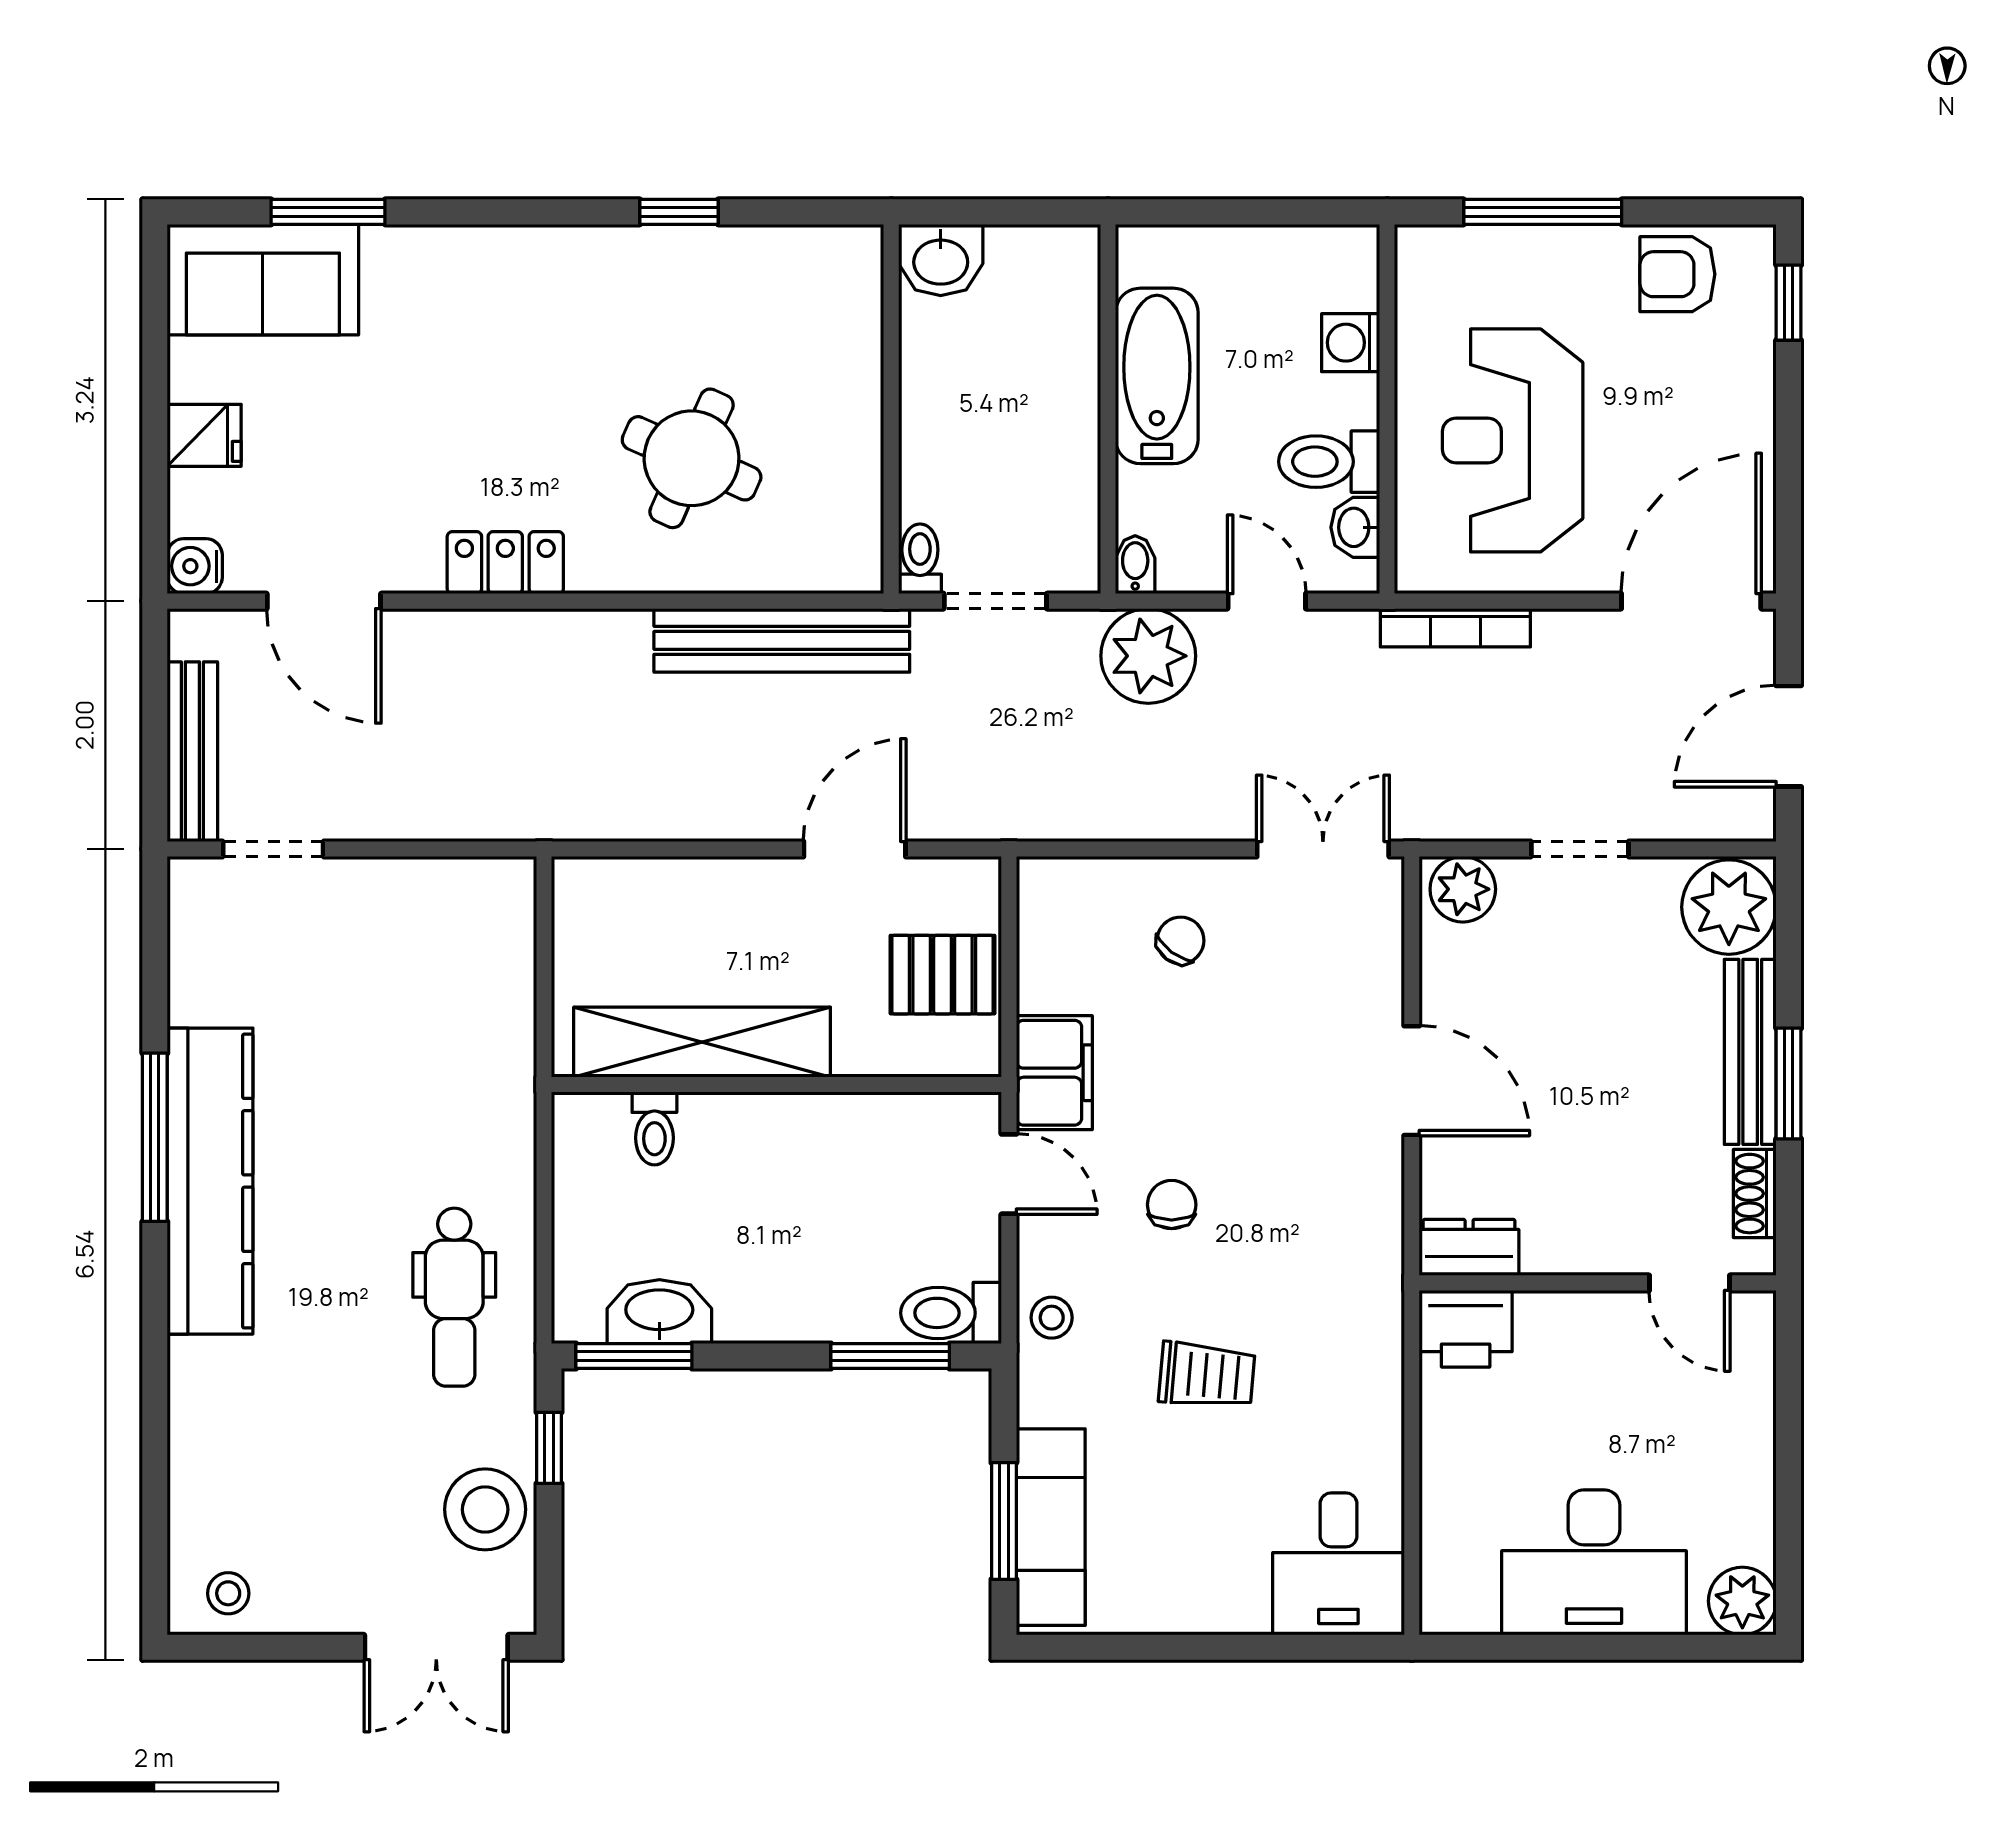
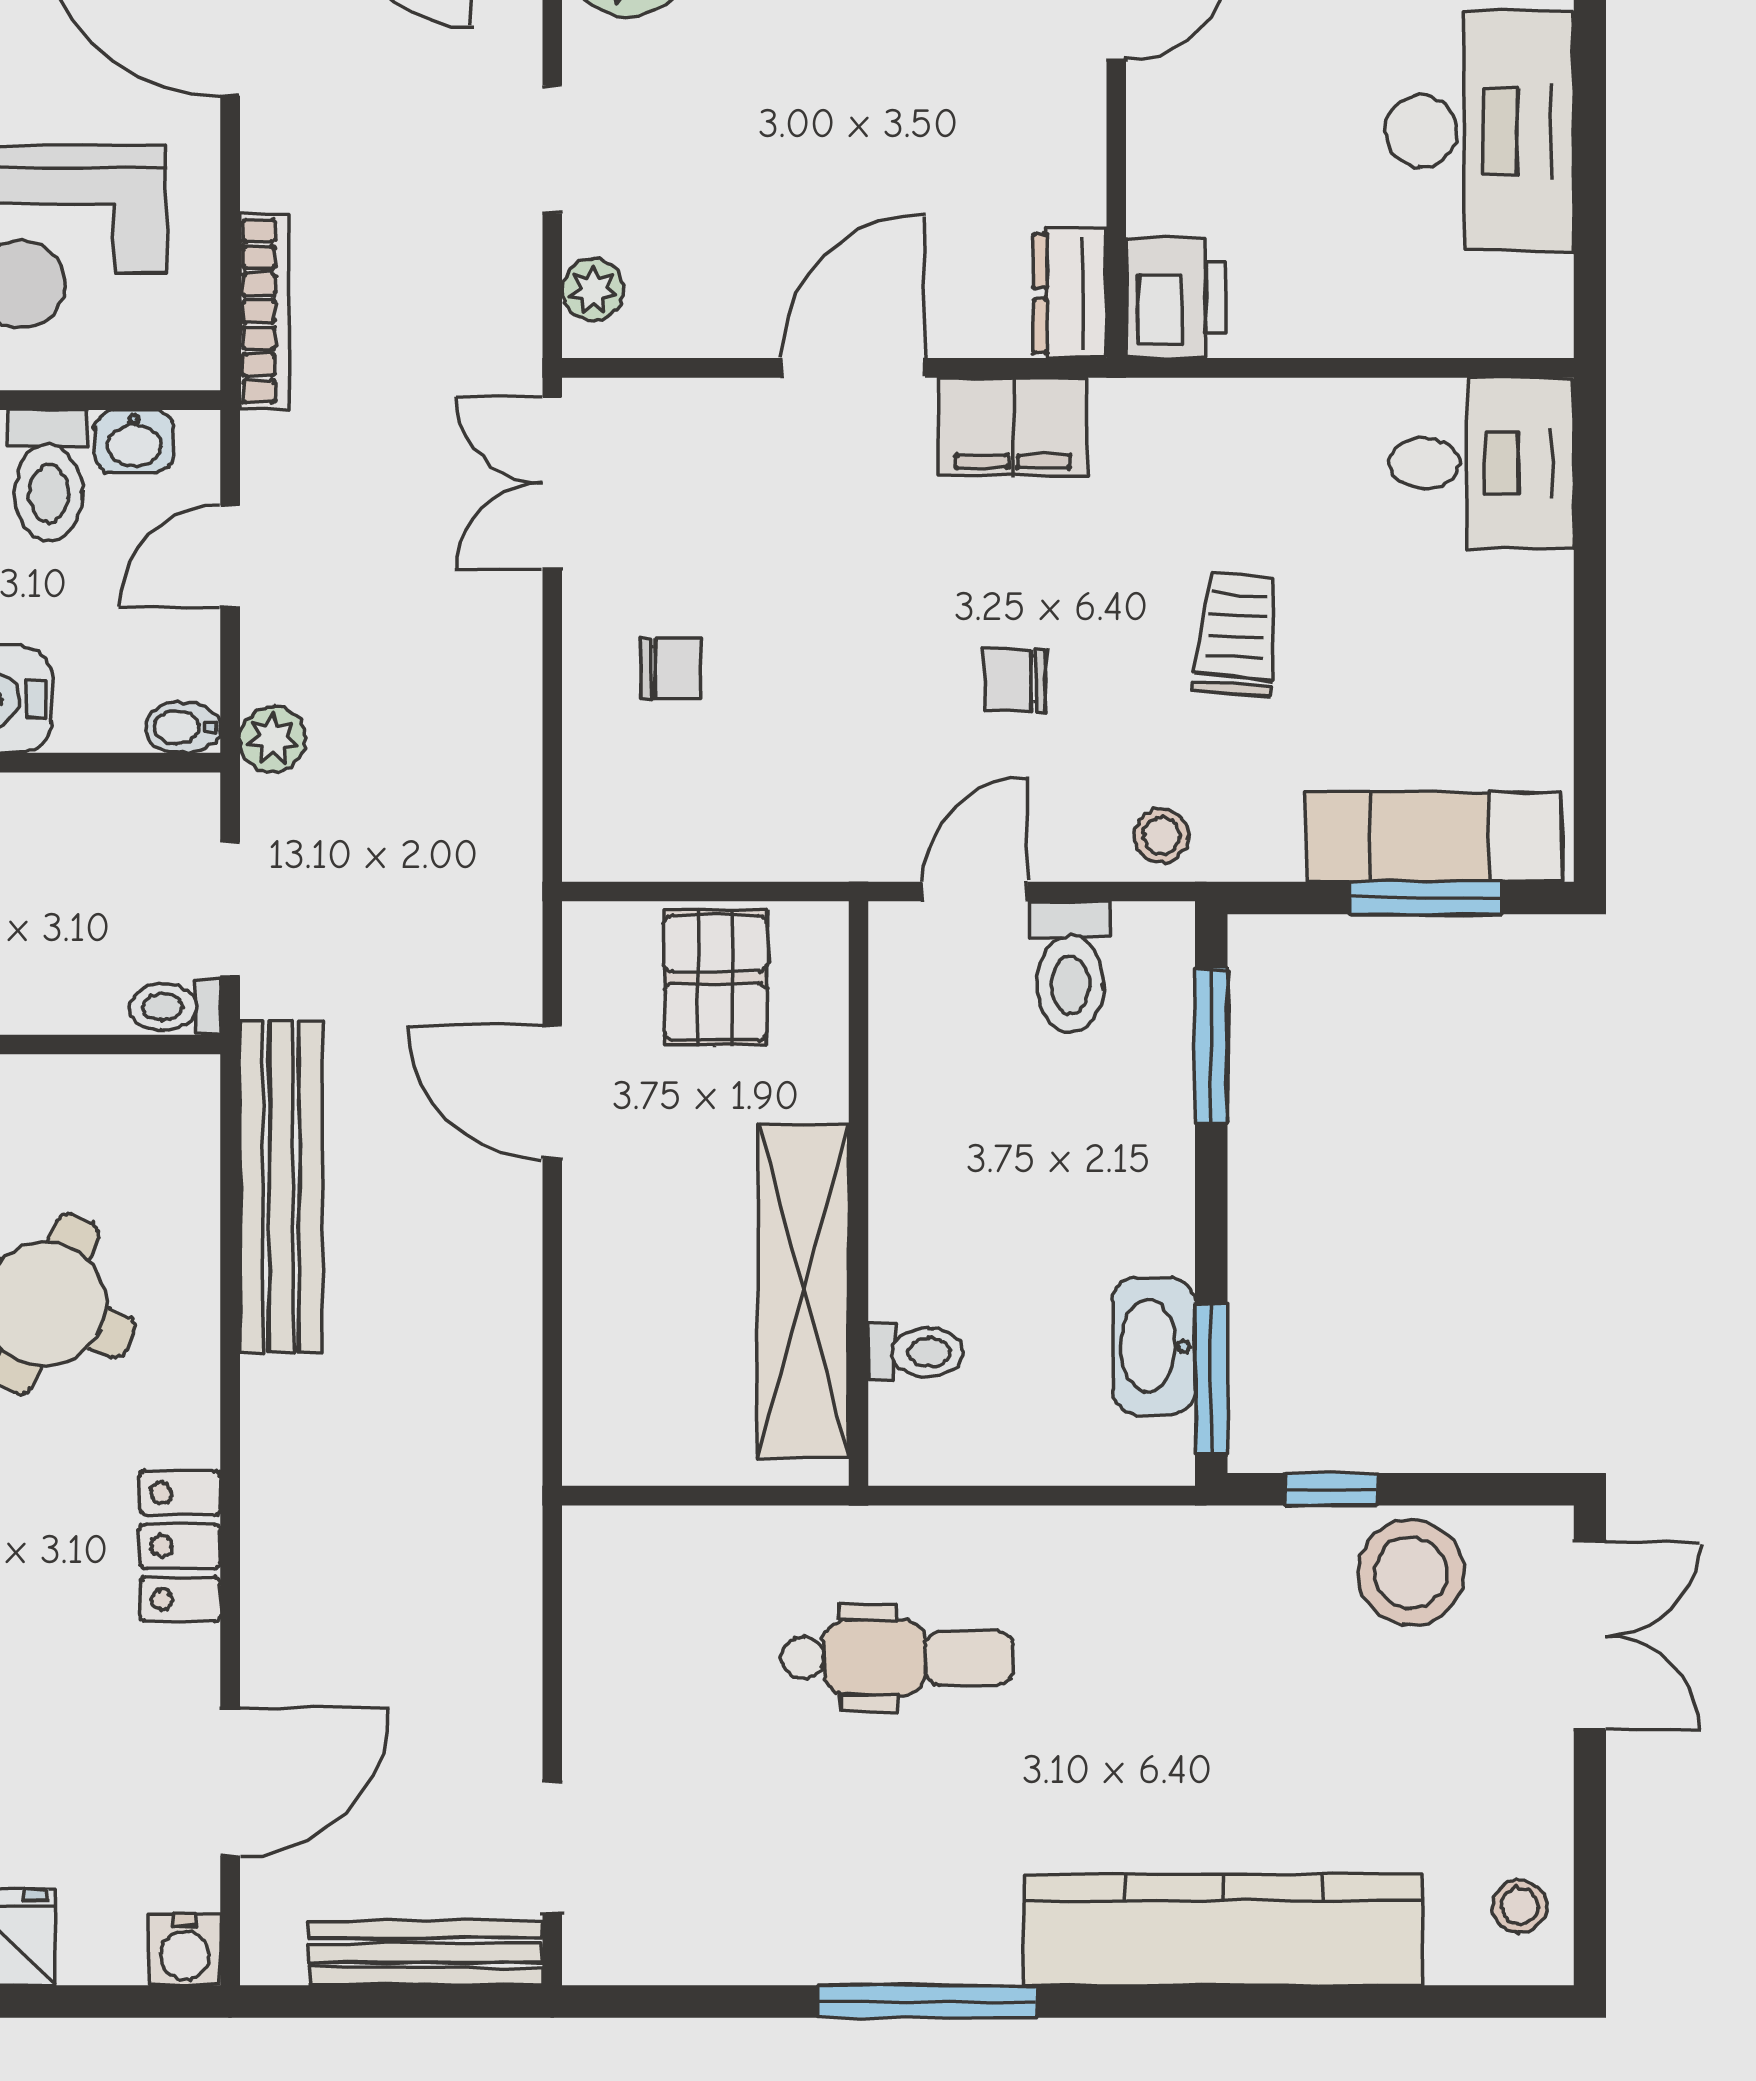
plant: (1148, 656) -> (273, 739), width x0.53, depth x0.53
plant: (1463, 889) -> (593, 290), width x0.73, depth x0.73
chair: (1181, 940) -> (671, 668), turned 143
filing cabinet: (1054, 1073) -> (1013, 427), moved, turned 180
kitchen counter: (210, 1181) -> (1224, 1930), moved
dental chair: (454, 1297) -> (898, 1658), moved
toilet: (951, 1313) -> (1070, 967), moved

